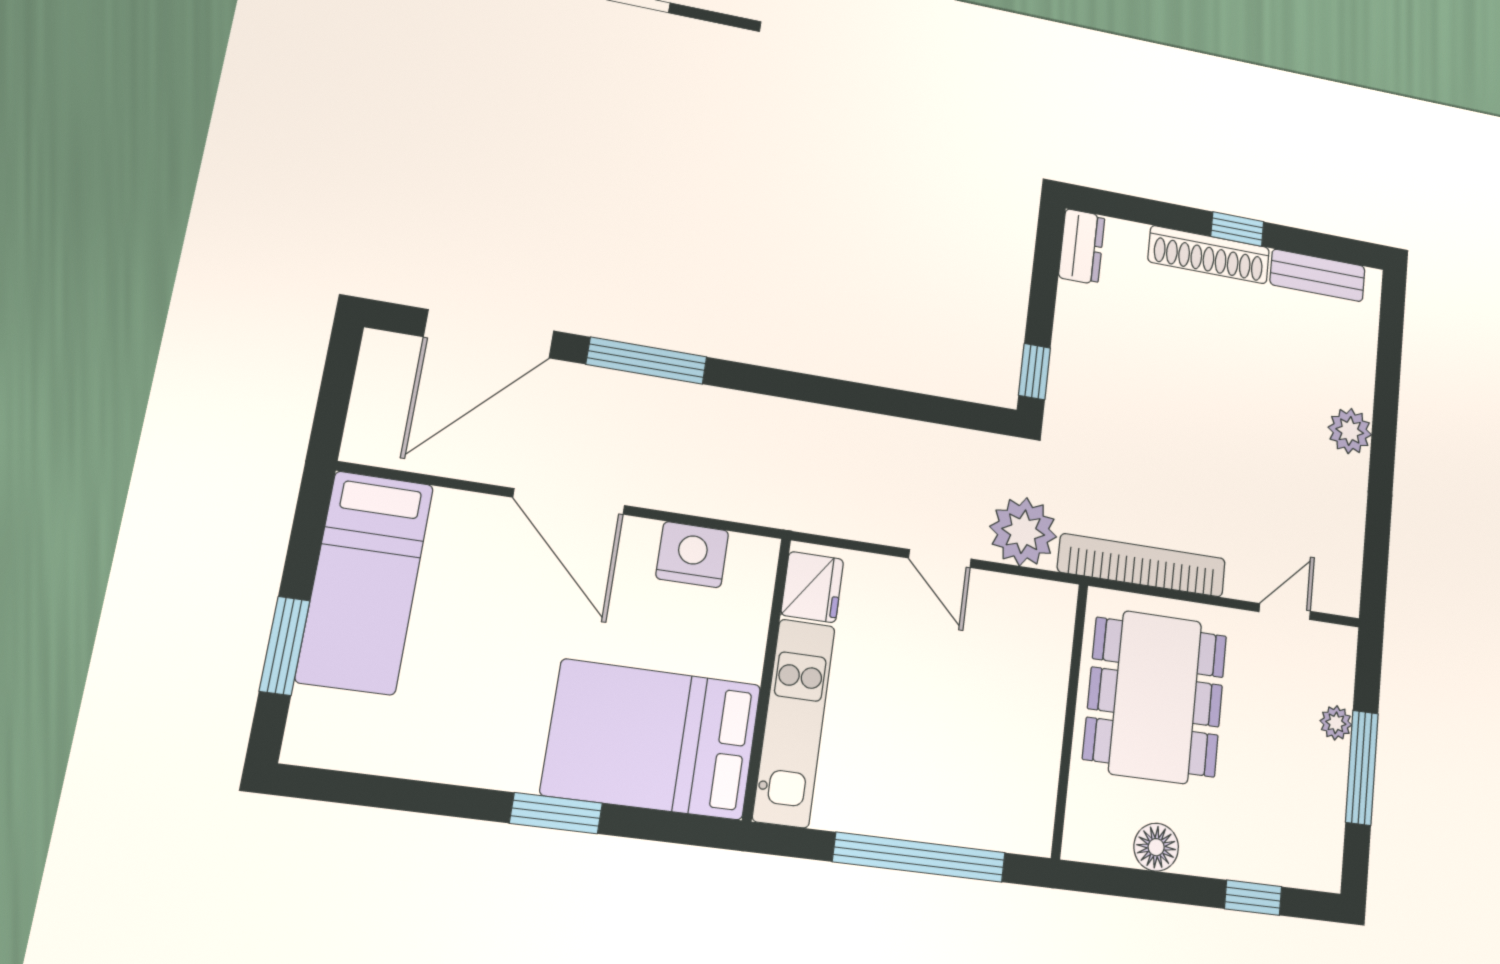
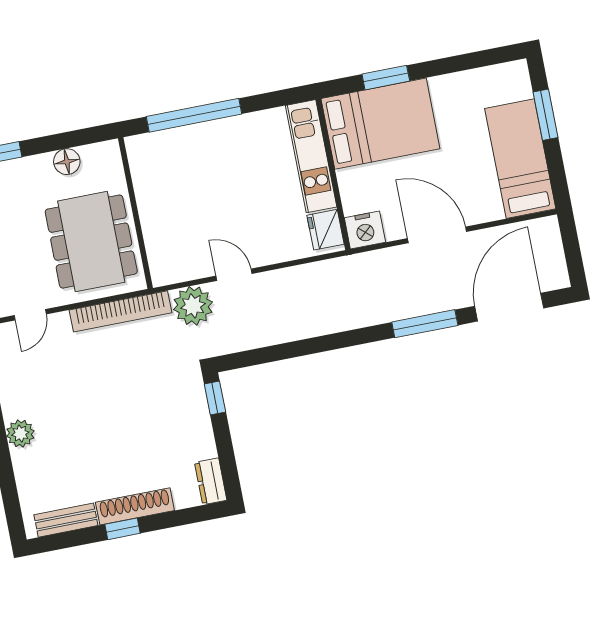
fridge: (812, 587) -> (326, 230), moved
wall: (767, 678) -> (333, 174), moved
kitchen unit: (794, 723) -> (311, 156), moved
bed: (652, 739) -> (380, 124), moved

